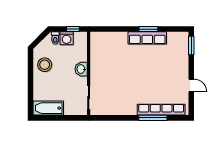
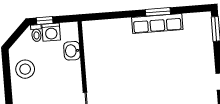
window: (73, 29) -> (45, 21), moved
washbasin: (81, 69) -> (72, 51), moved

